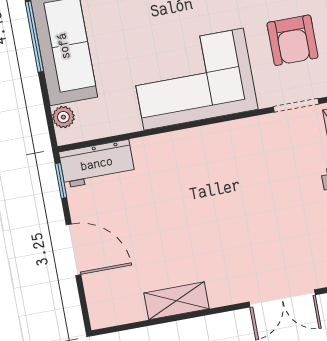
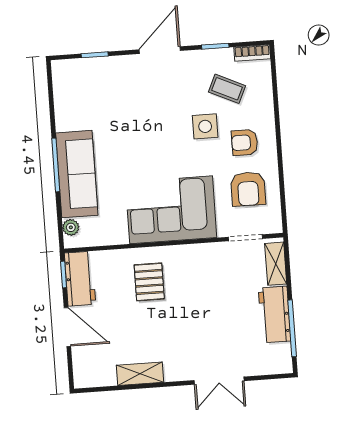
workbench: (97, 164) -> (80, 279), moved, turned -90
pallet: (175, 178) -> (149, 282), added

